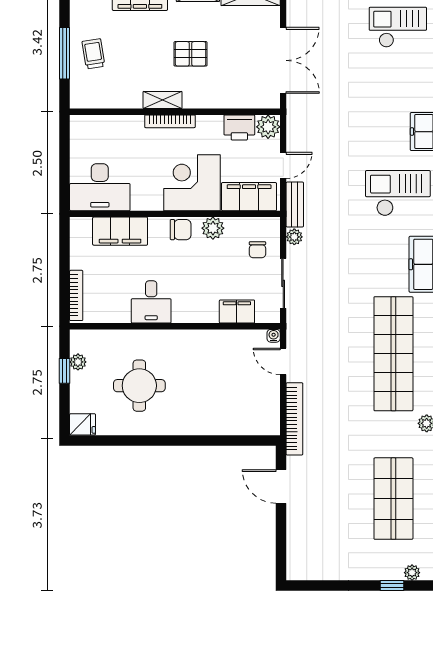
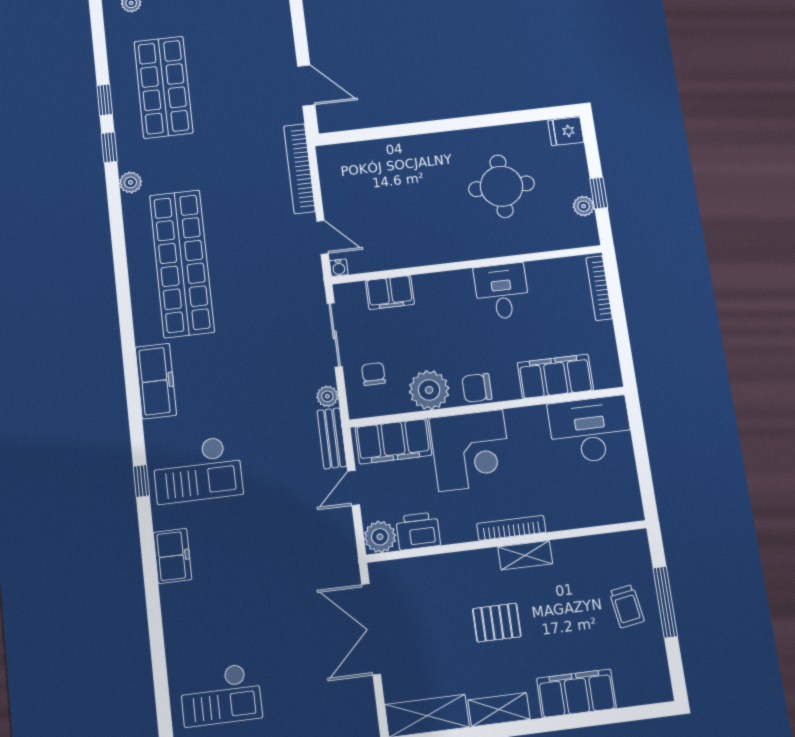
plant: (213, 228) -> (429, 390), width x1.36, depth x1.36

